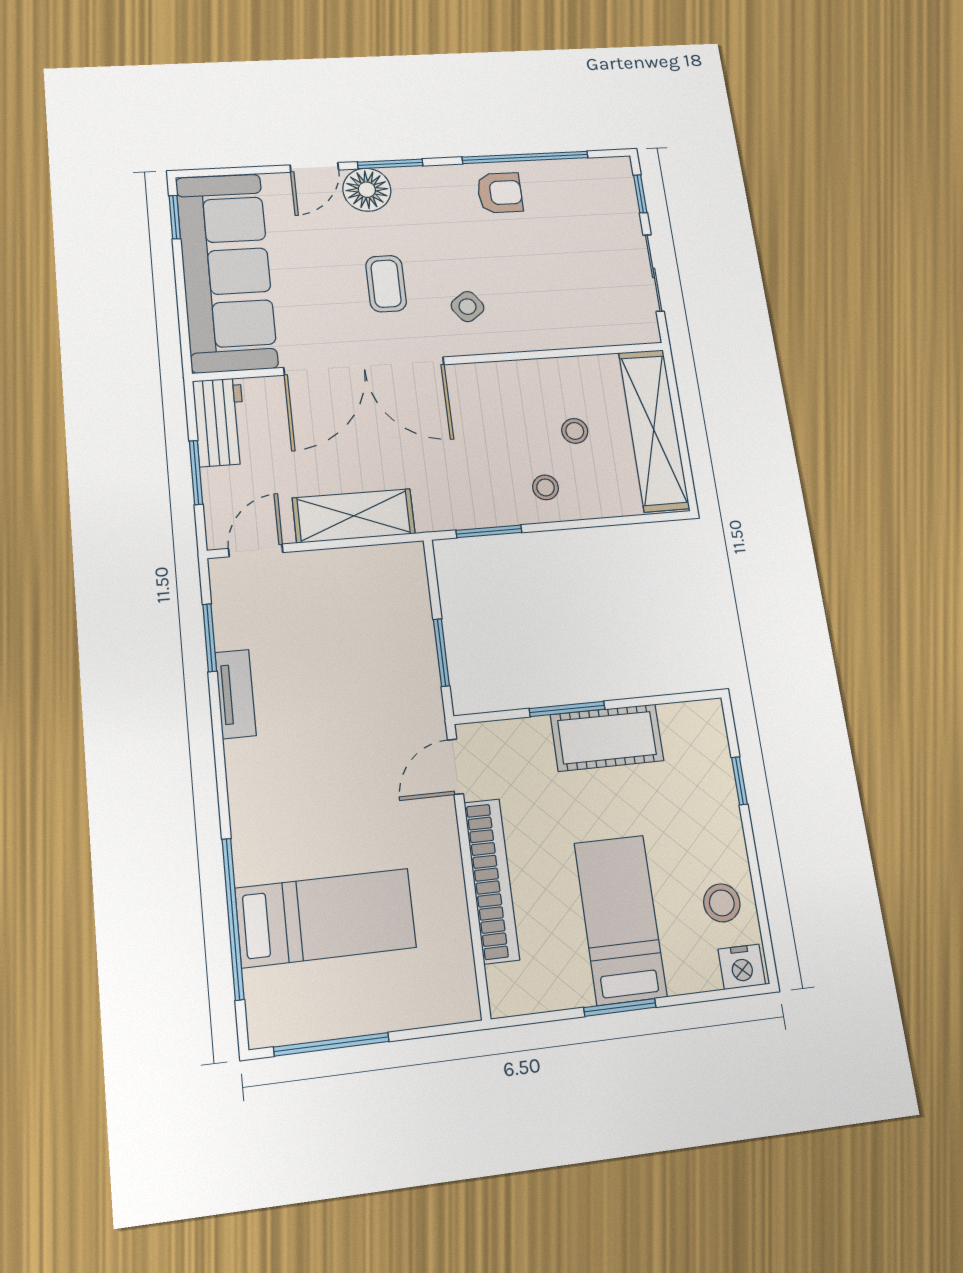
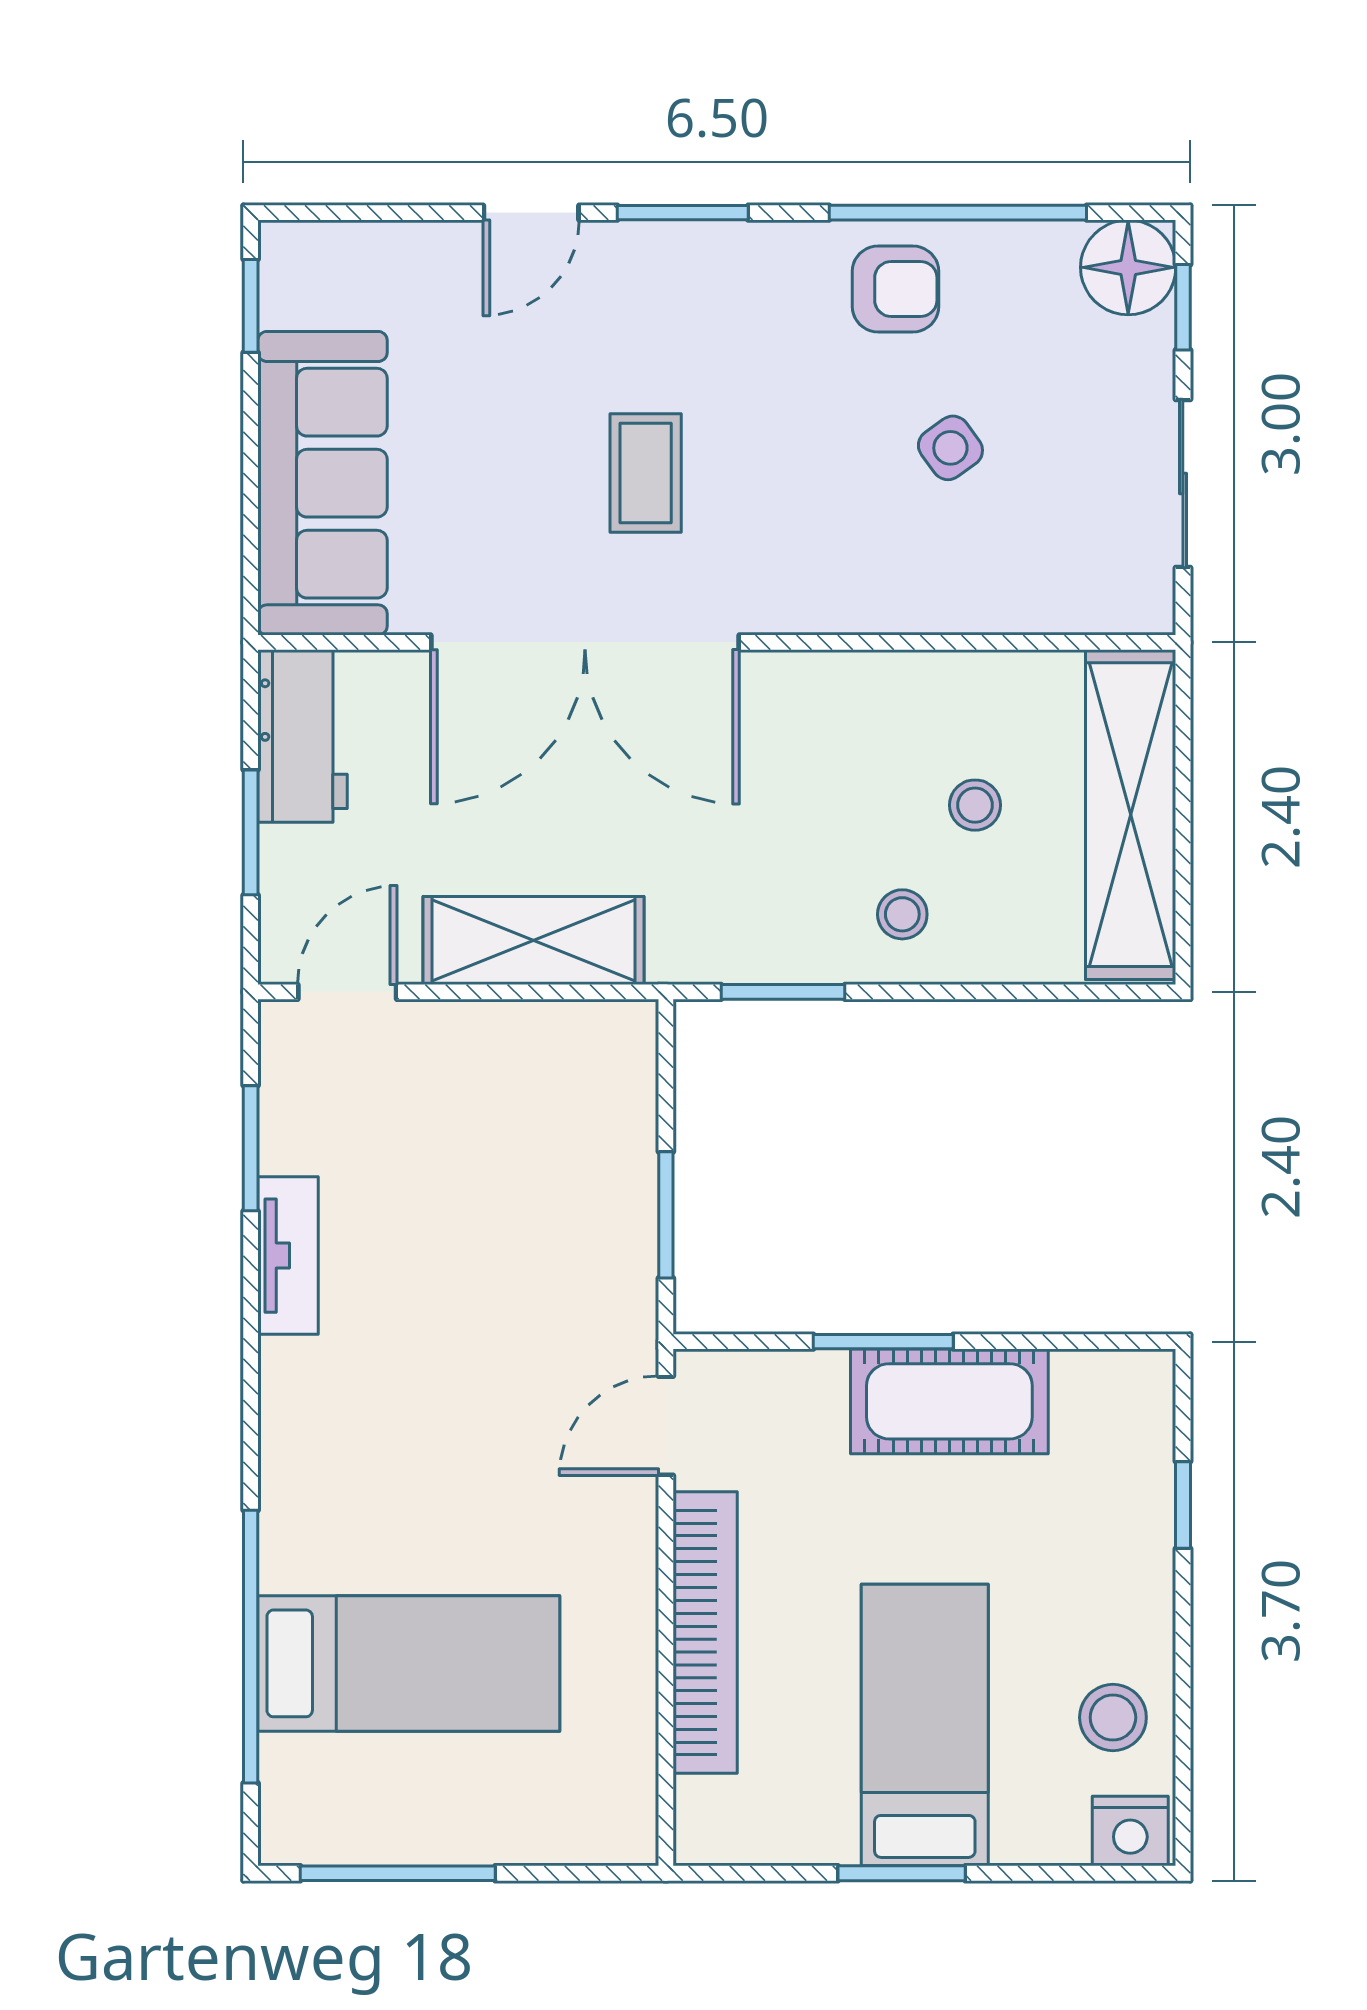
floor lamp: (367, 190) -> (1128, 267), moved
sofa: (226, 272) -> (323, 483), width x0.74, depth x0.79
side table: (468, 307) -> (950, 448), moved

